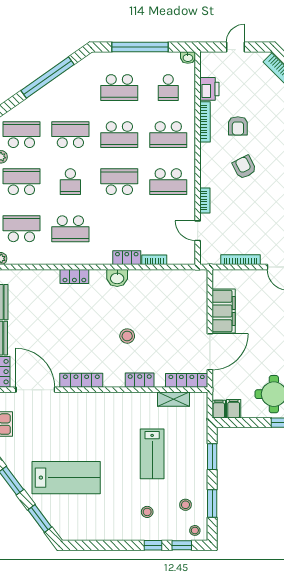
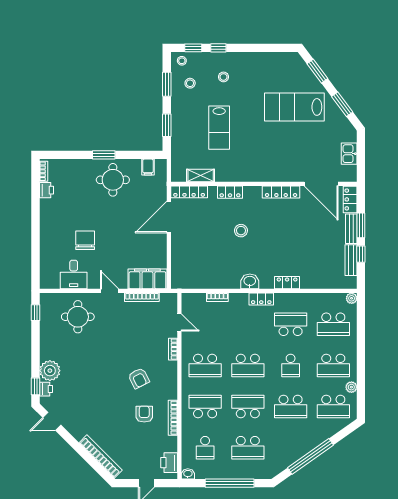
school desk: (119, 88) -> (248, 448), turned 180
school desk: (168, 88) -> (205, 448), turned 180
printer: (209, 89) -> (169, 463), moved
school desk: (70, 182) -> (291, 365), turned 180
school desk: (168, 182) -> (205, 365), turned 180
locker: (127, 258) -> (261, 299), moved
filing cabinet: (224, 311) -> (147, 279), moved, turned 90
filing cabinet: (219, 409) -> (161, 167), removed
lab bench: (152, 454) -> (219, 128), turned 180

